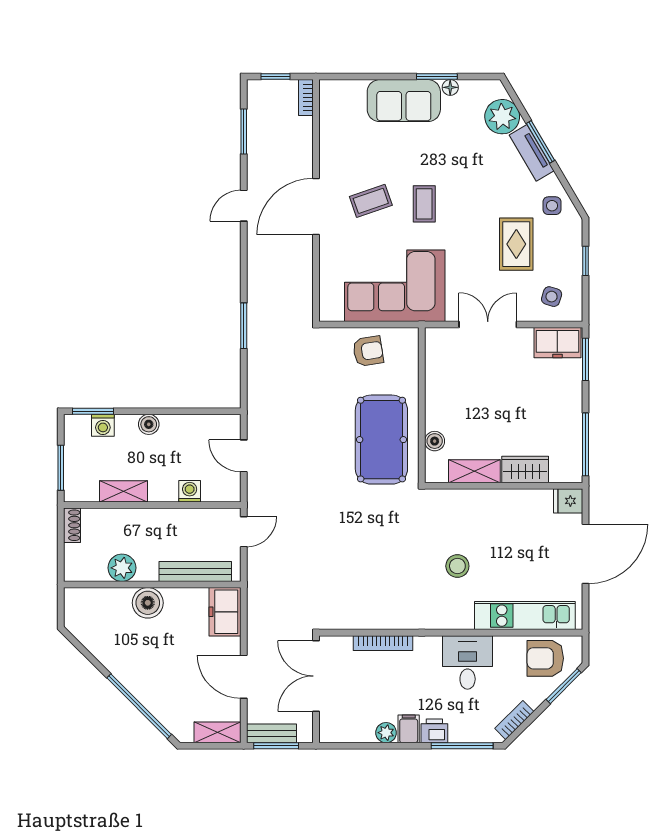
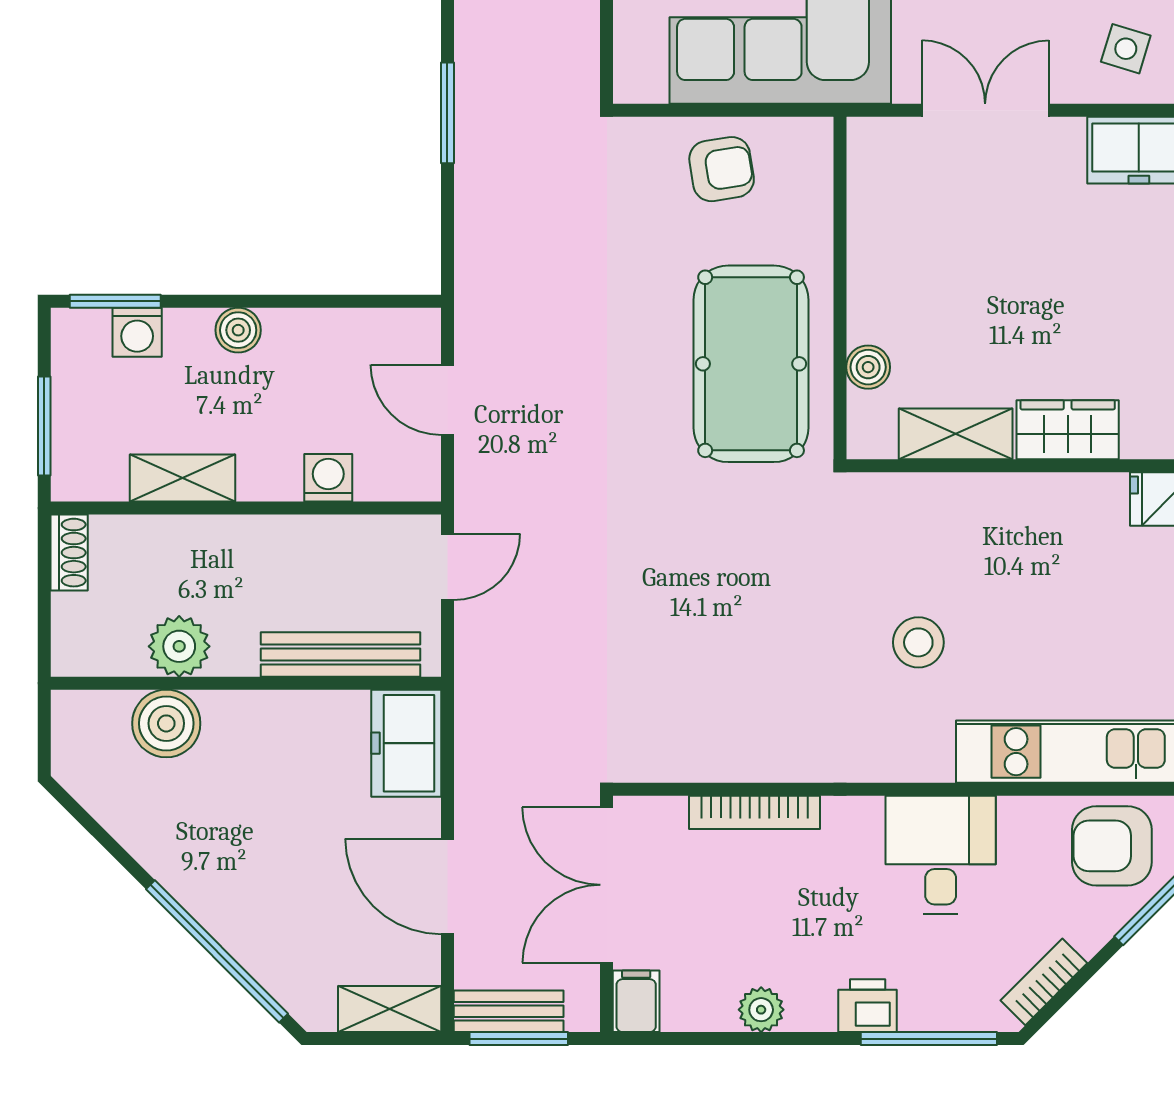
boiler: (148, 603) -> (166, 723), moved
filing cabinet: (409, 729) -> (636, 1001), moved

